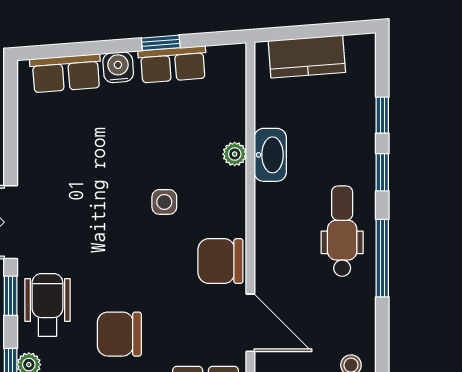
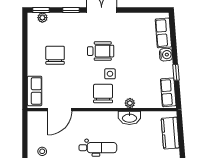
row of seats: (173, 64) -> (168, 92), moved
chair: (220, 261) -> (103, 94), moved
wheelchair: (47, 305) -> (101, 51), moved

